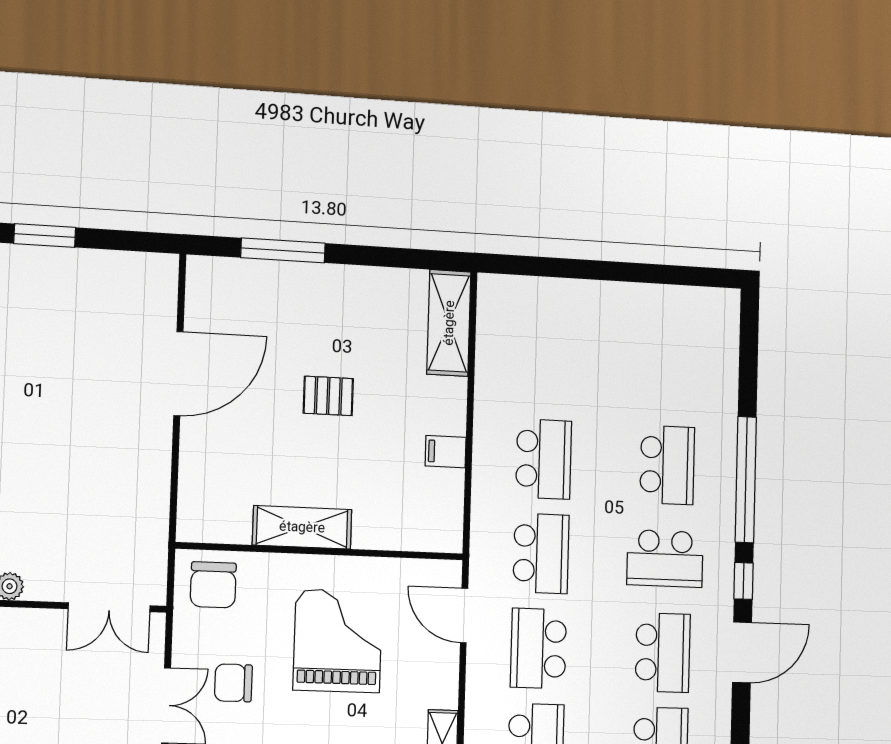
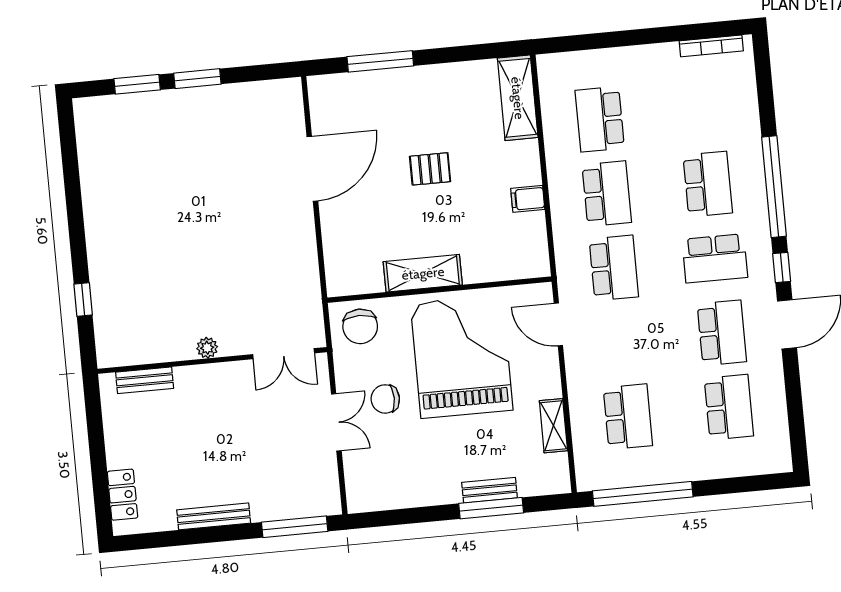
bookcase: (691, 296) -> (711, 46), added
grand piano: (338, 641) -> (462, 357), width x1.37, depth x1.48
school desk: (538, 648) -> (600, 119), moved

